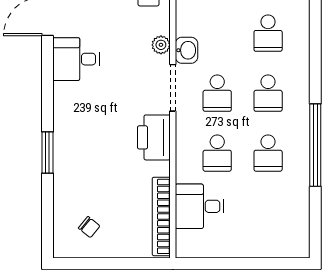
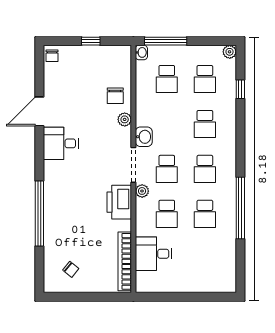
plant: (161, 45) -> (125, 119), moved
plant: (184, 123) -> (142, 191), added
window: (47, 153) -> (39, 213), width x2.11

